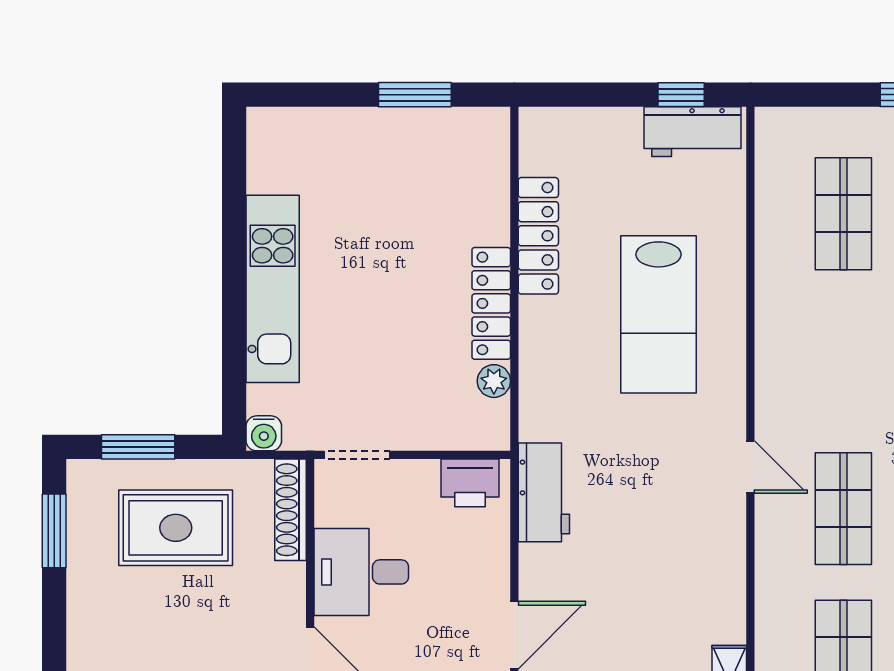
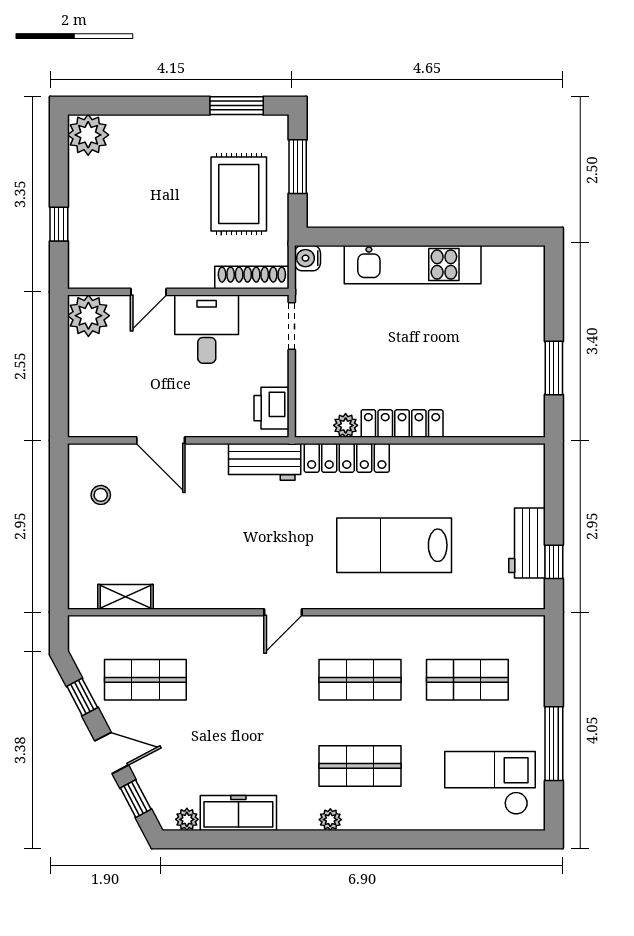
workbench: (693, 132) -> (527, 543), moved
locker: (538, 236) -> (347, 458), moved
shop shelf: (843, 509) -> (360, 680), moved

